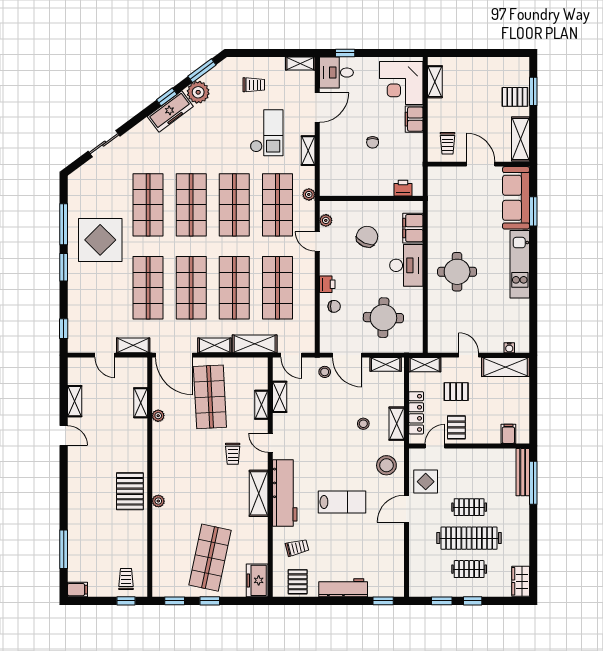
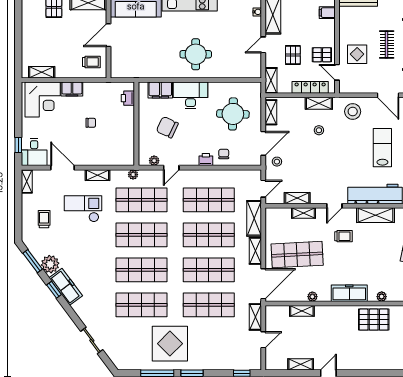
freezer: (162, 461) -> (349, 293), added
display table: (426, 482) -> (357, 54), moved

